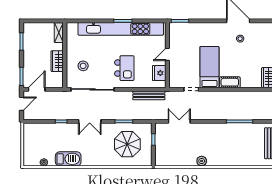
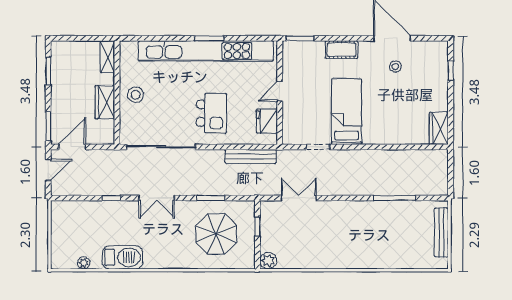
stool: (83, 66) -> (136, 95), moved
cot: (230, 82) -> (342, 50), moved
plant: (202, 161) -> (268, 261), moved

